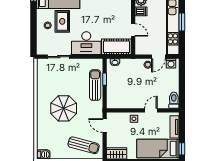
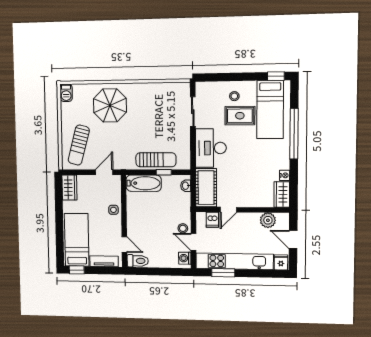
dishwasher: (141, 11) -> (212, 220), moved
window: (182, 22) -> (223, 273), moved
bathtub: (113, 95) -> (144, 183), added
parasol: (64, 108) -> (110, 105), moved
door: (151, 110) -> (124, 244), moved

